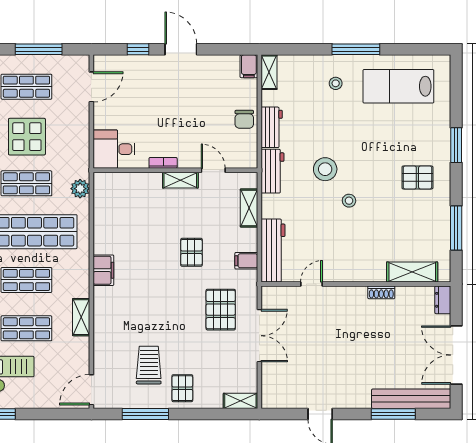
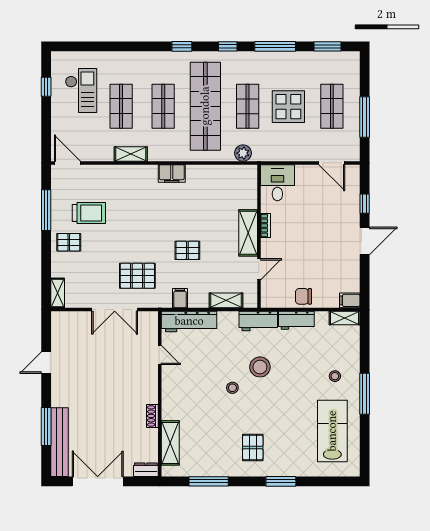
shelving: (180, 180) -> (248, 233), width x1.50, depth x1.33

